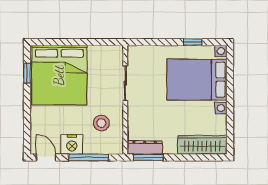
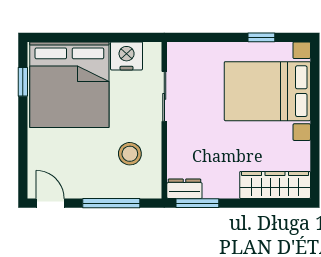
nightstand: (72, 144) -> (127, 56), moved, turned 180
dresser: (145, 147) -> (184, 189), width x0.70

